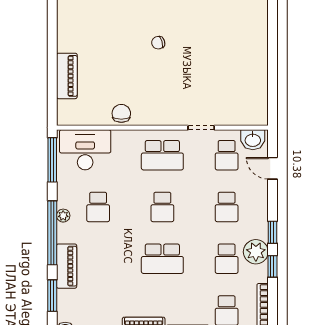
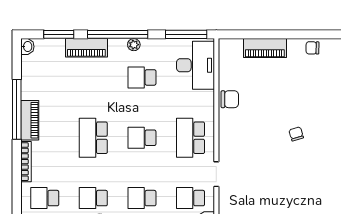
chair: (67, 25) -> (312, 48), added

